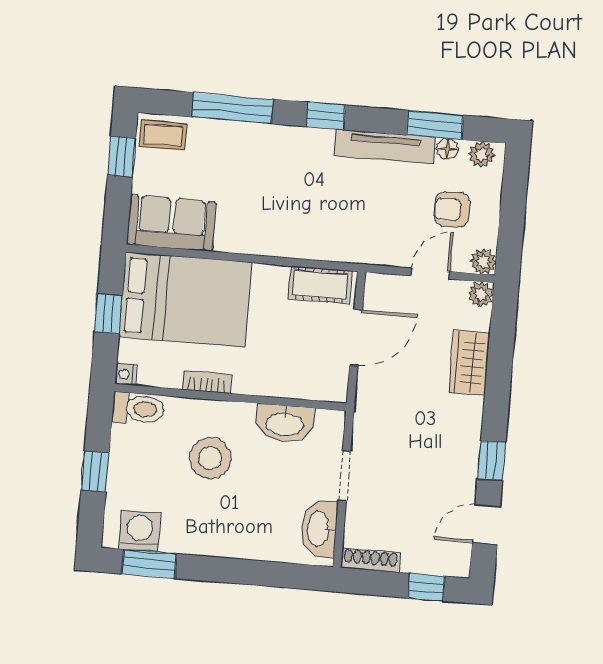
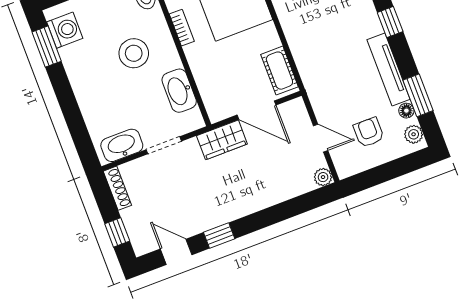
plant: (483, 261) -> (345, 169), removed
wardrobe: (469, 363) -> (222, 140), moved, turned 180

